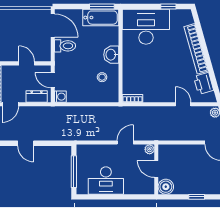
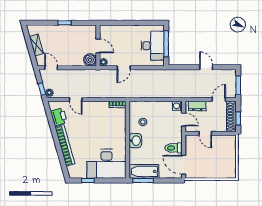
desk: (106, 181) -> (153, 46), moved, turned 90
boiler: (166, 187) -> (90, 60), moved

